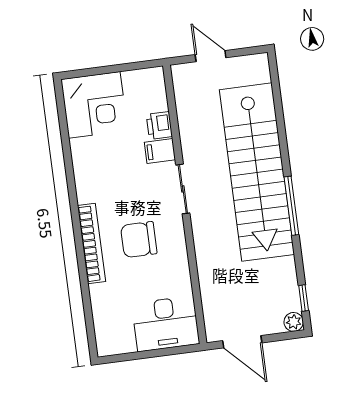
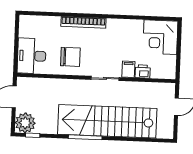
chair: (139, 240) -> (70, 57), moved, turned 90
plant: (294, 322) -> (25, 123), width x1.87, depth x1.87

